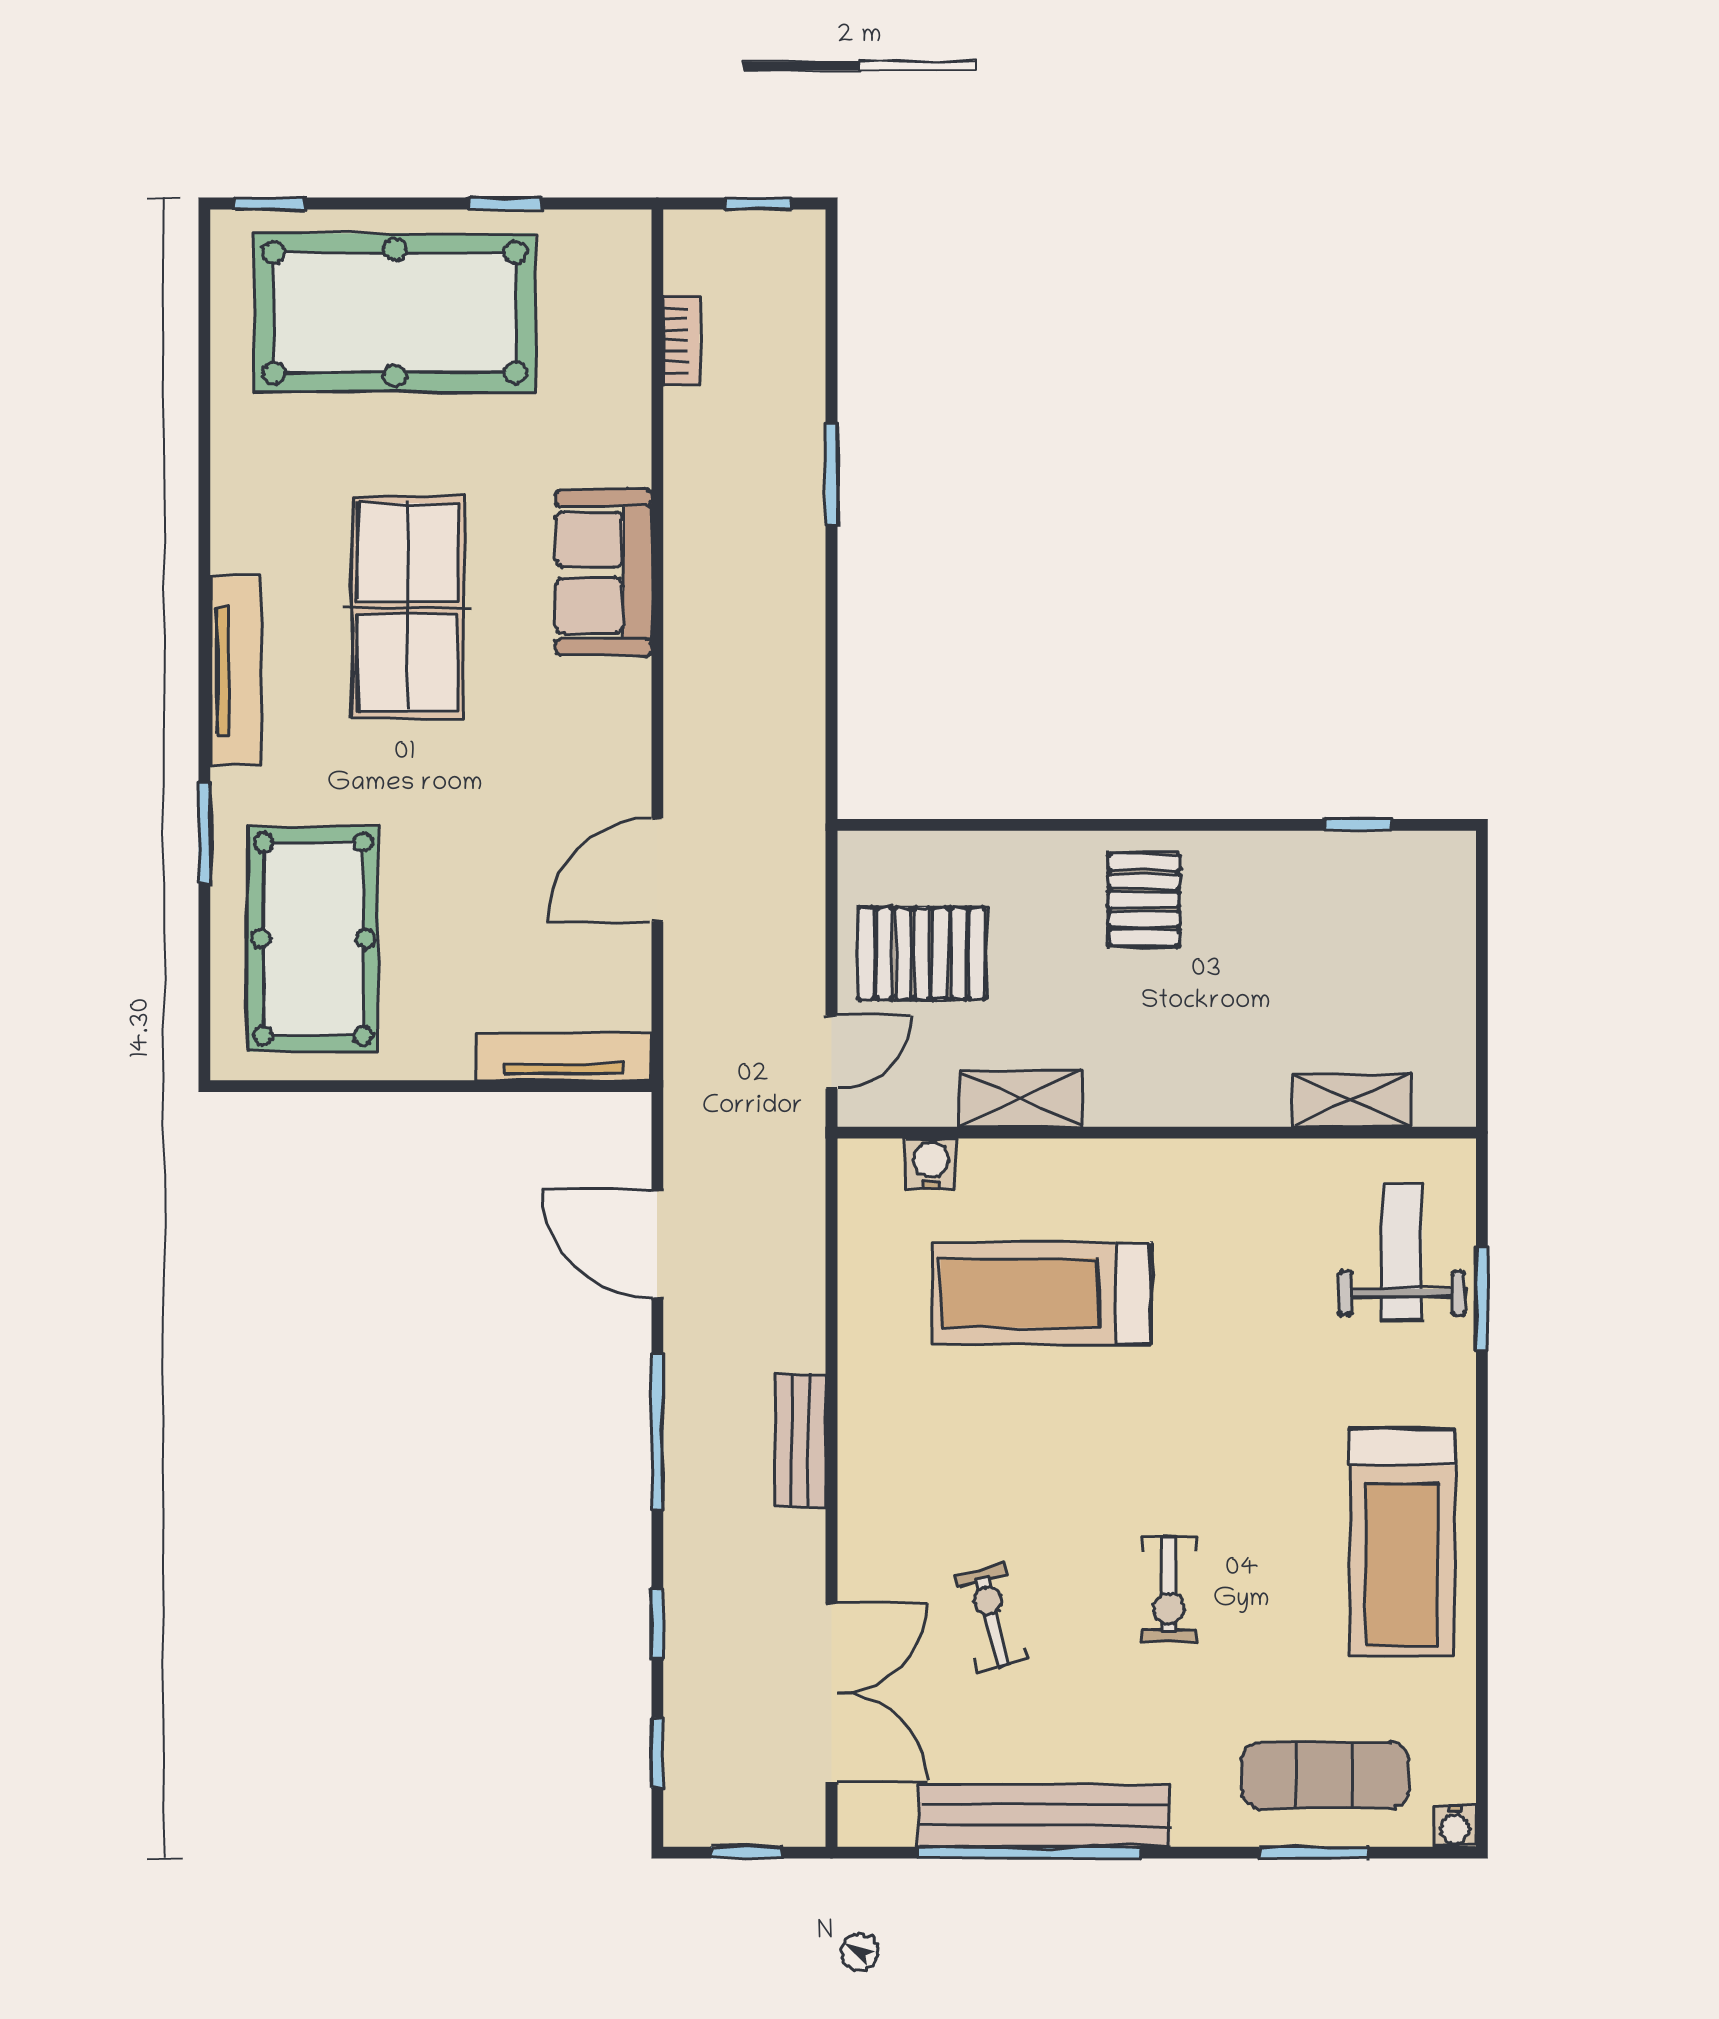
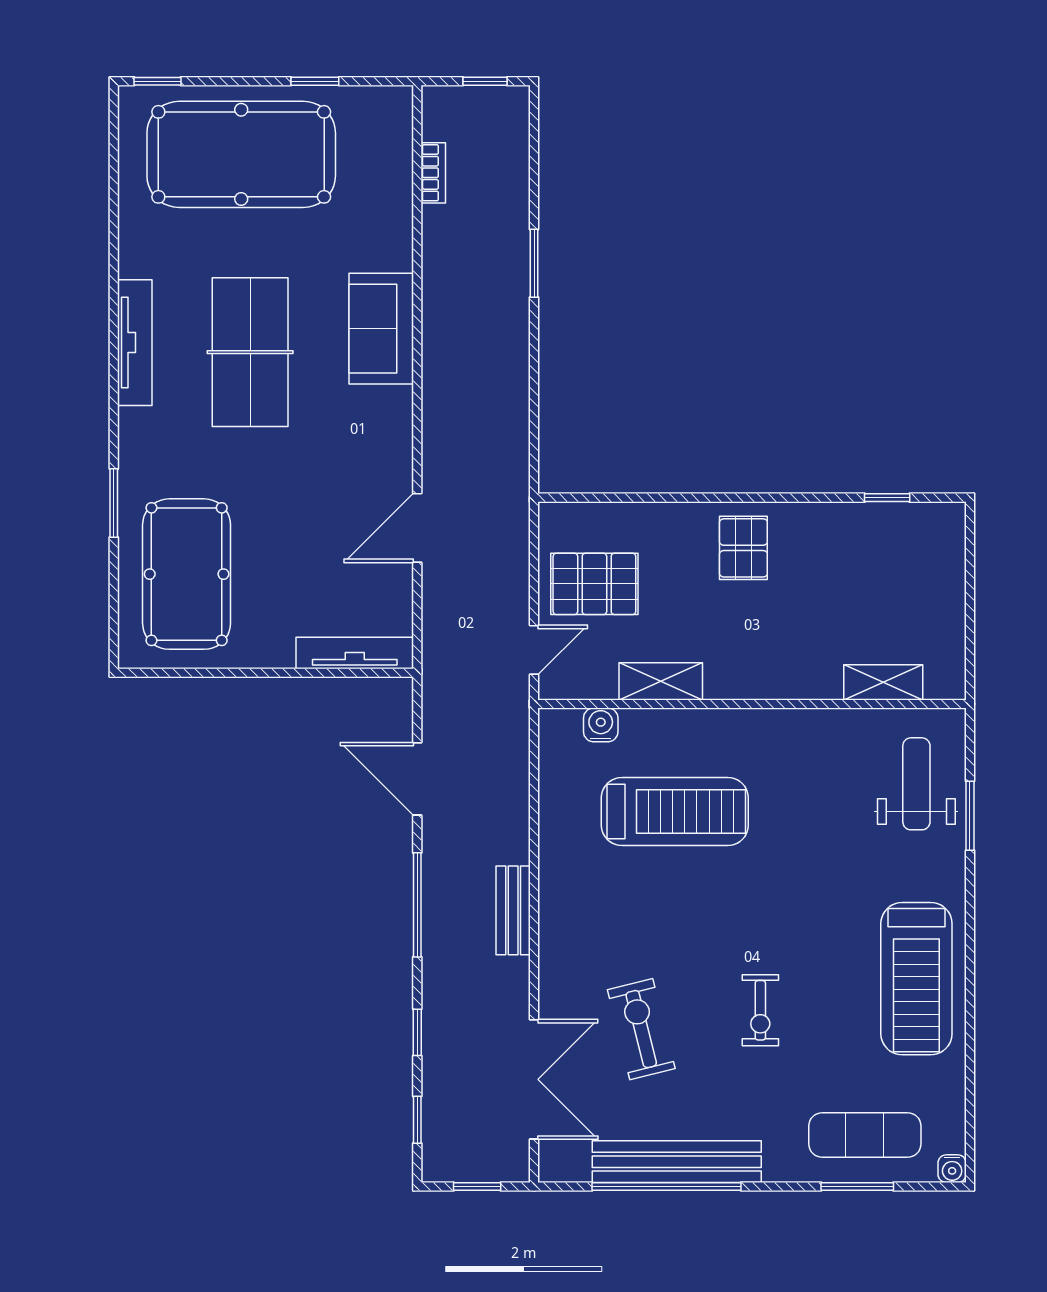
tv unit: (236, 671) -> (135, 343), moved
treadmill: (1041, 1293) -> (675, 811), turned 180
exercise bike: (992, 1618) -> (641, 1029), width x1.38, depth x1.39

